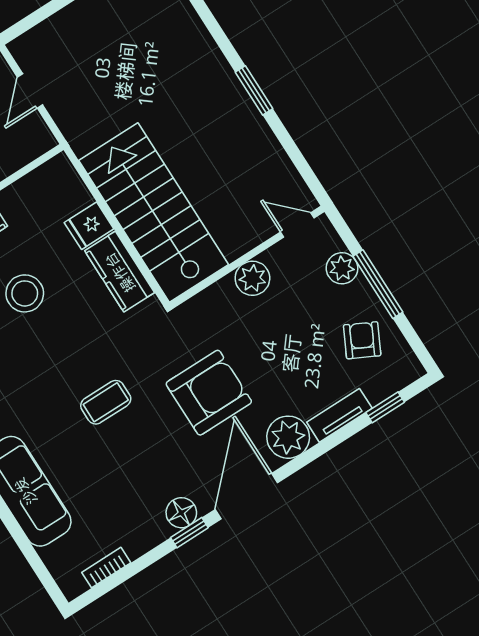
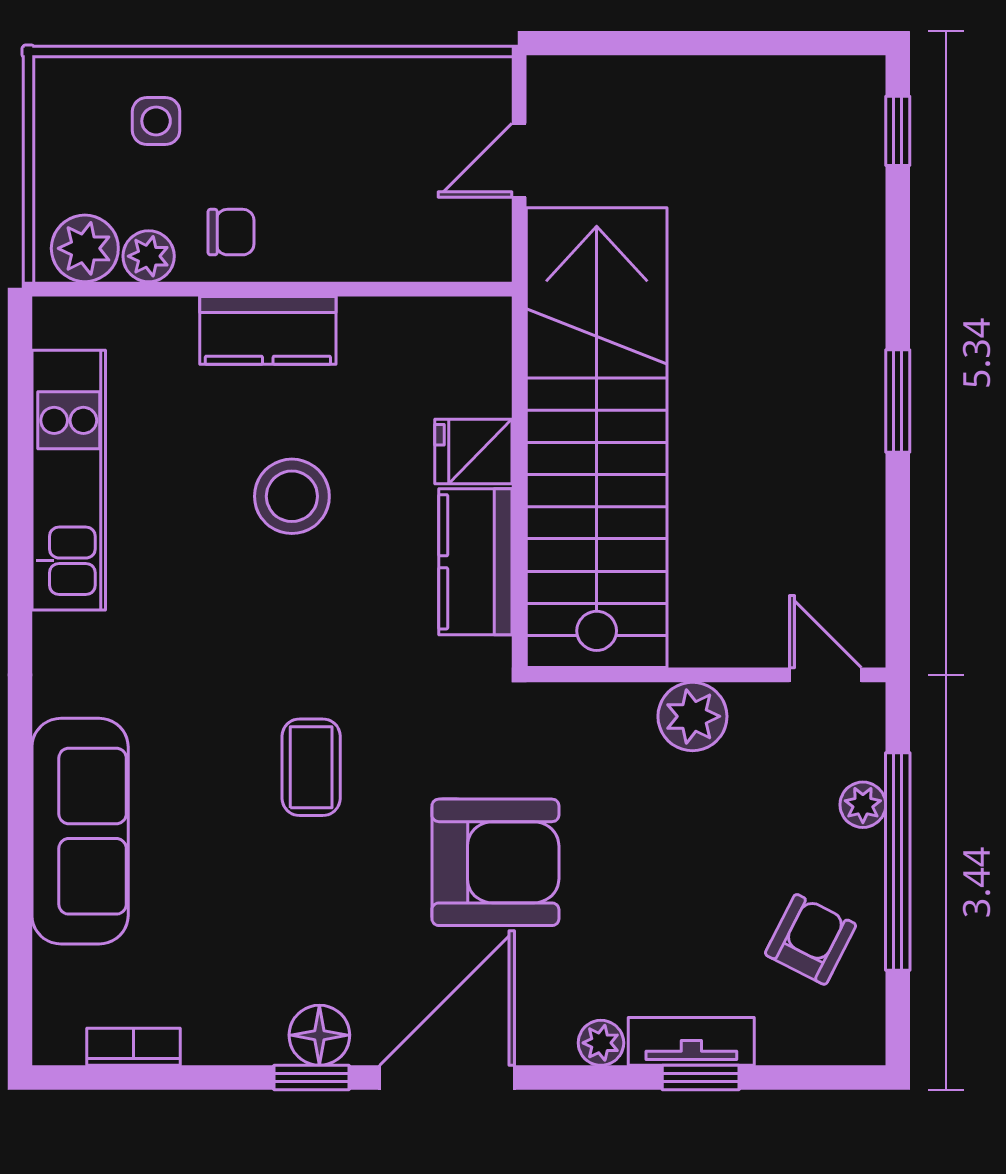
stairs: (154, 213) -> (597, 438), width x1.36
plant: (342, 268) -> (863, 805), width x0.73, depth x0.73
window: (378, 284) -> (898, 862), width x1.46
coffee table: (106, 402) -> (311, 767), turned 90
window: (385, 407) -> (701, 1078), moved
plant: (288, 437) -> (601, 1043), width x0.53, depth x0.53

